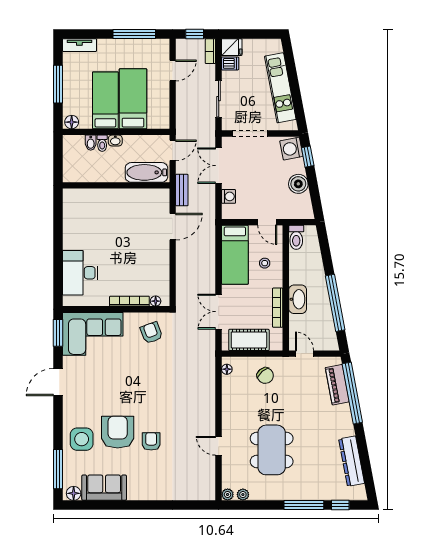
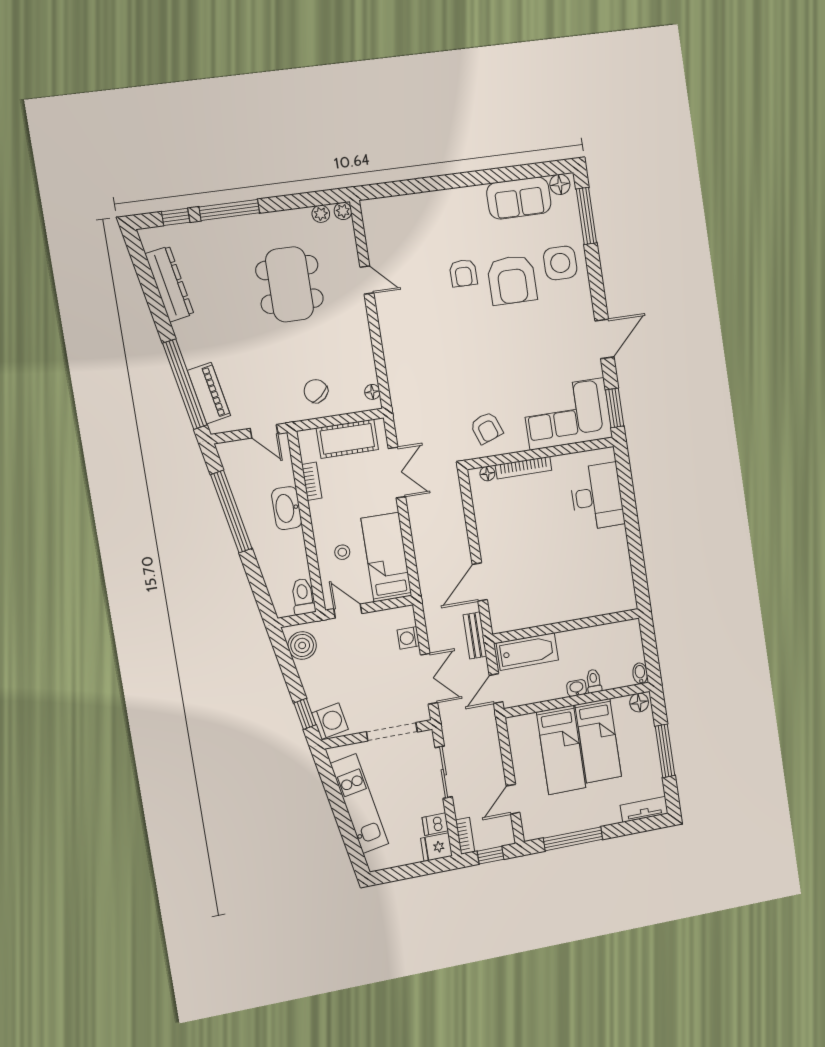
bidet: (91, 143) -> (640, 673), moved
boiler: (298, 184) -> (302, 645), moved
bookcase: (278, 308) -> (312, 481), width x0.64

